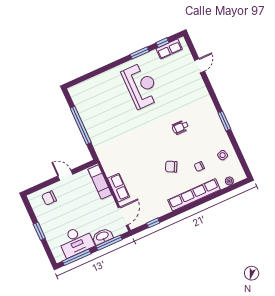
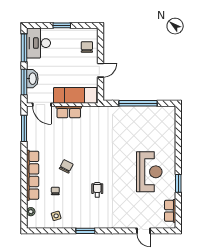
window: (163, 43) -> (178, 208), removed
reception desk: (141, 86) -> (149, 172), turned -90
exam couch: (100, 182) -> (75, 95), width x1.36, depth x1.45
window: (153, 223) -> (24, 128), width x2.17
desk: (76, 241) -> (38, 43), moved

